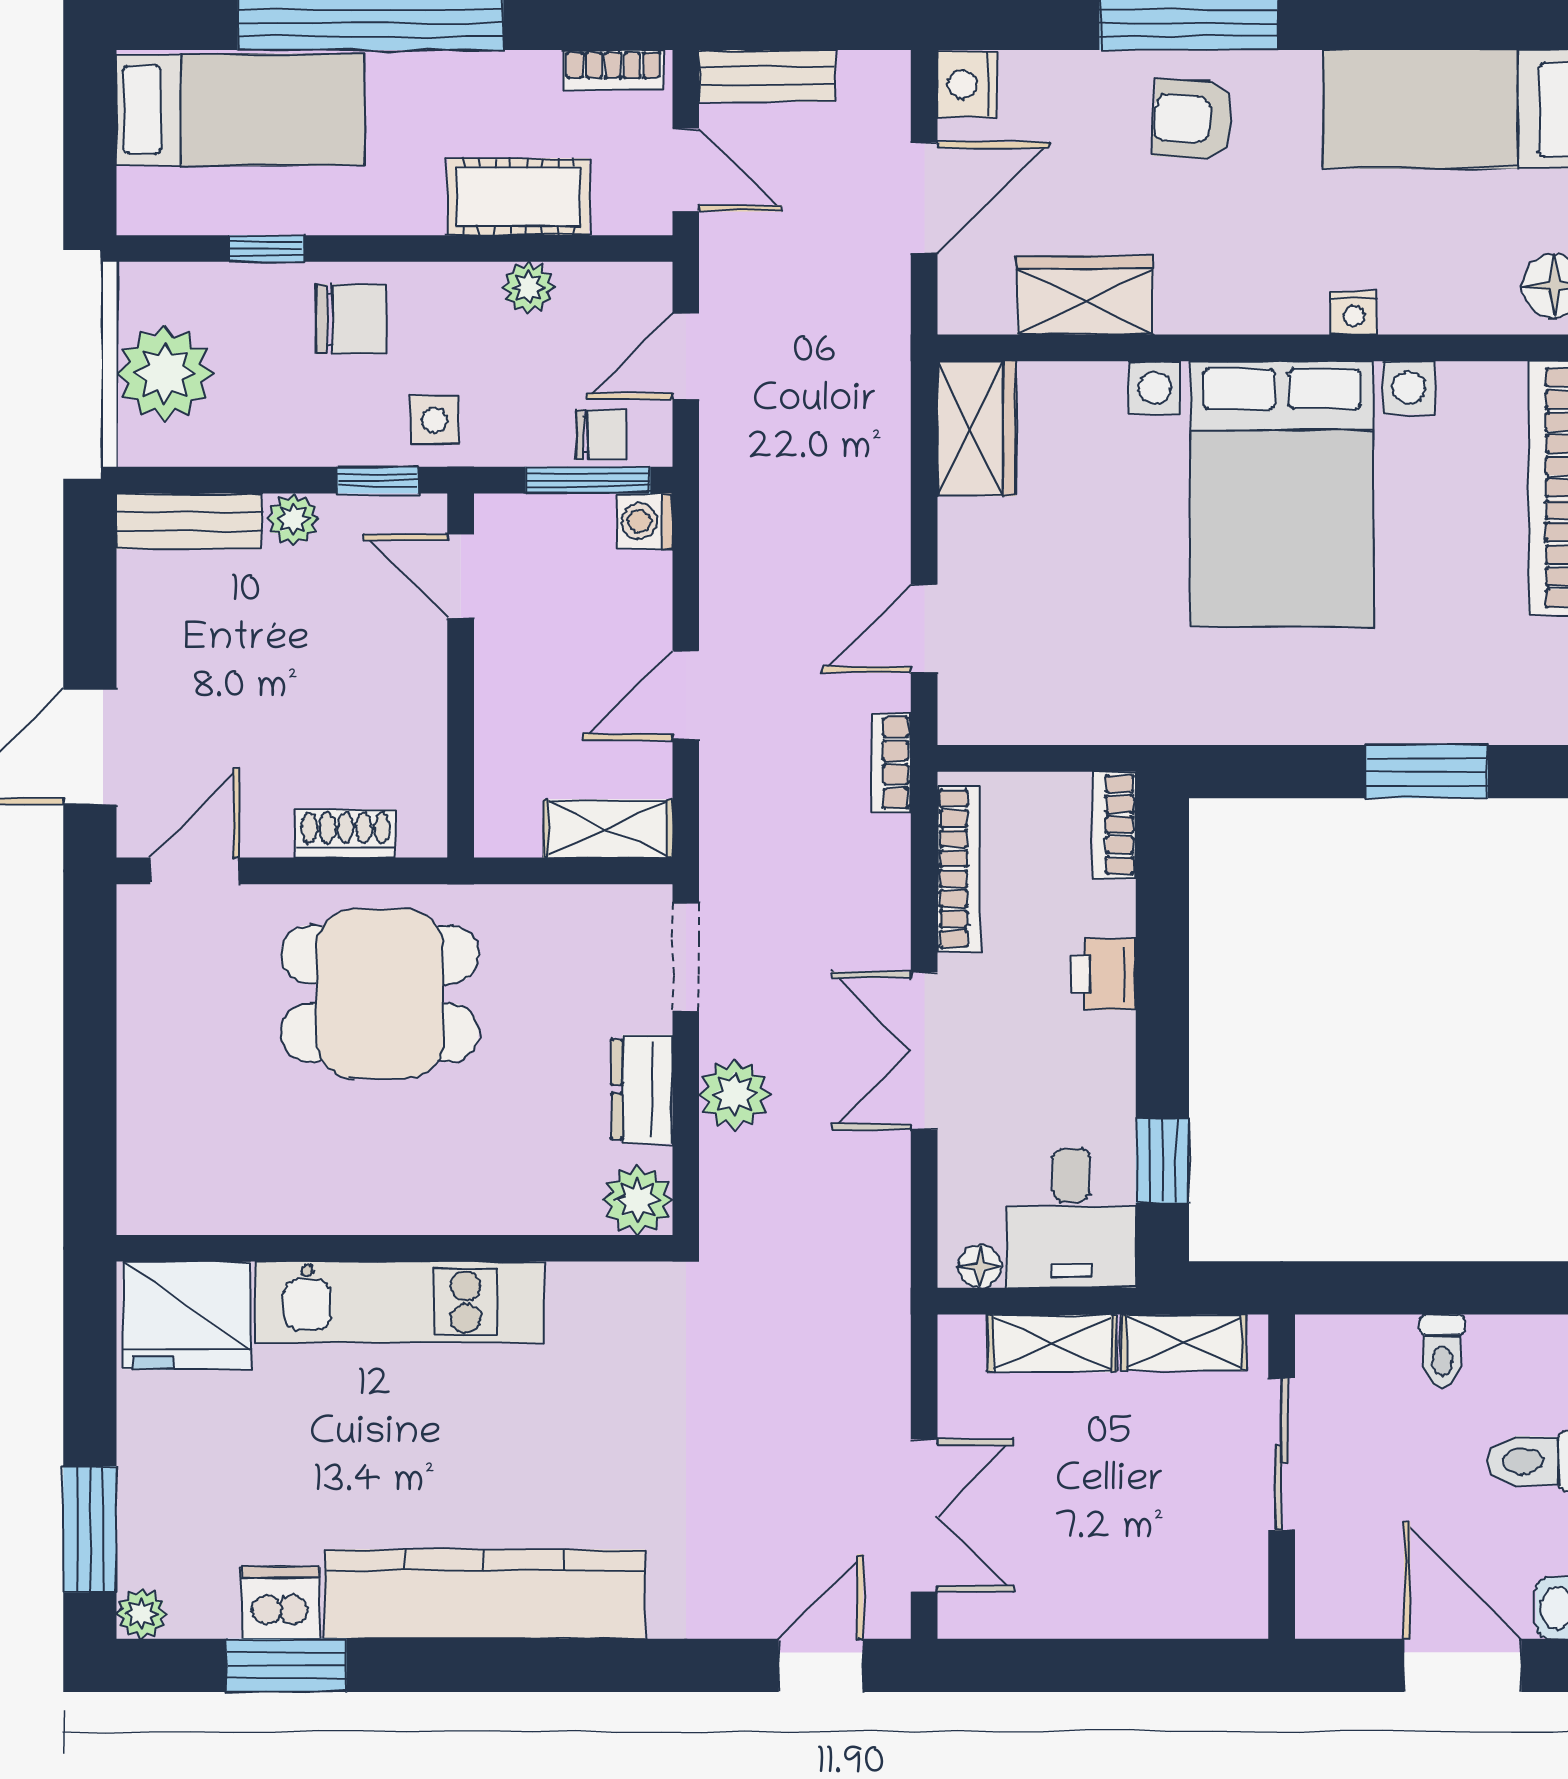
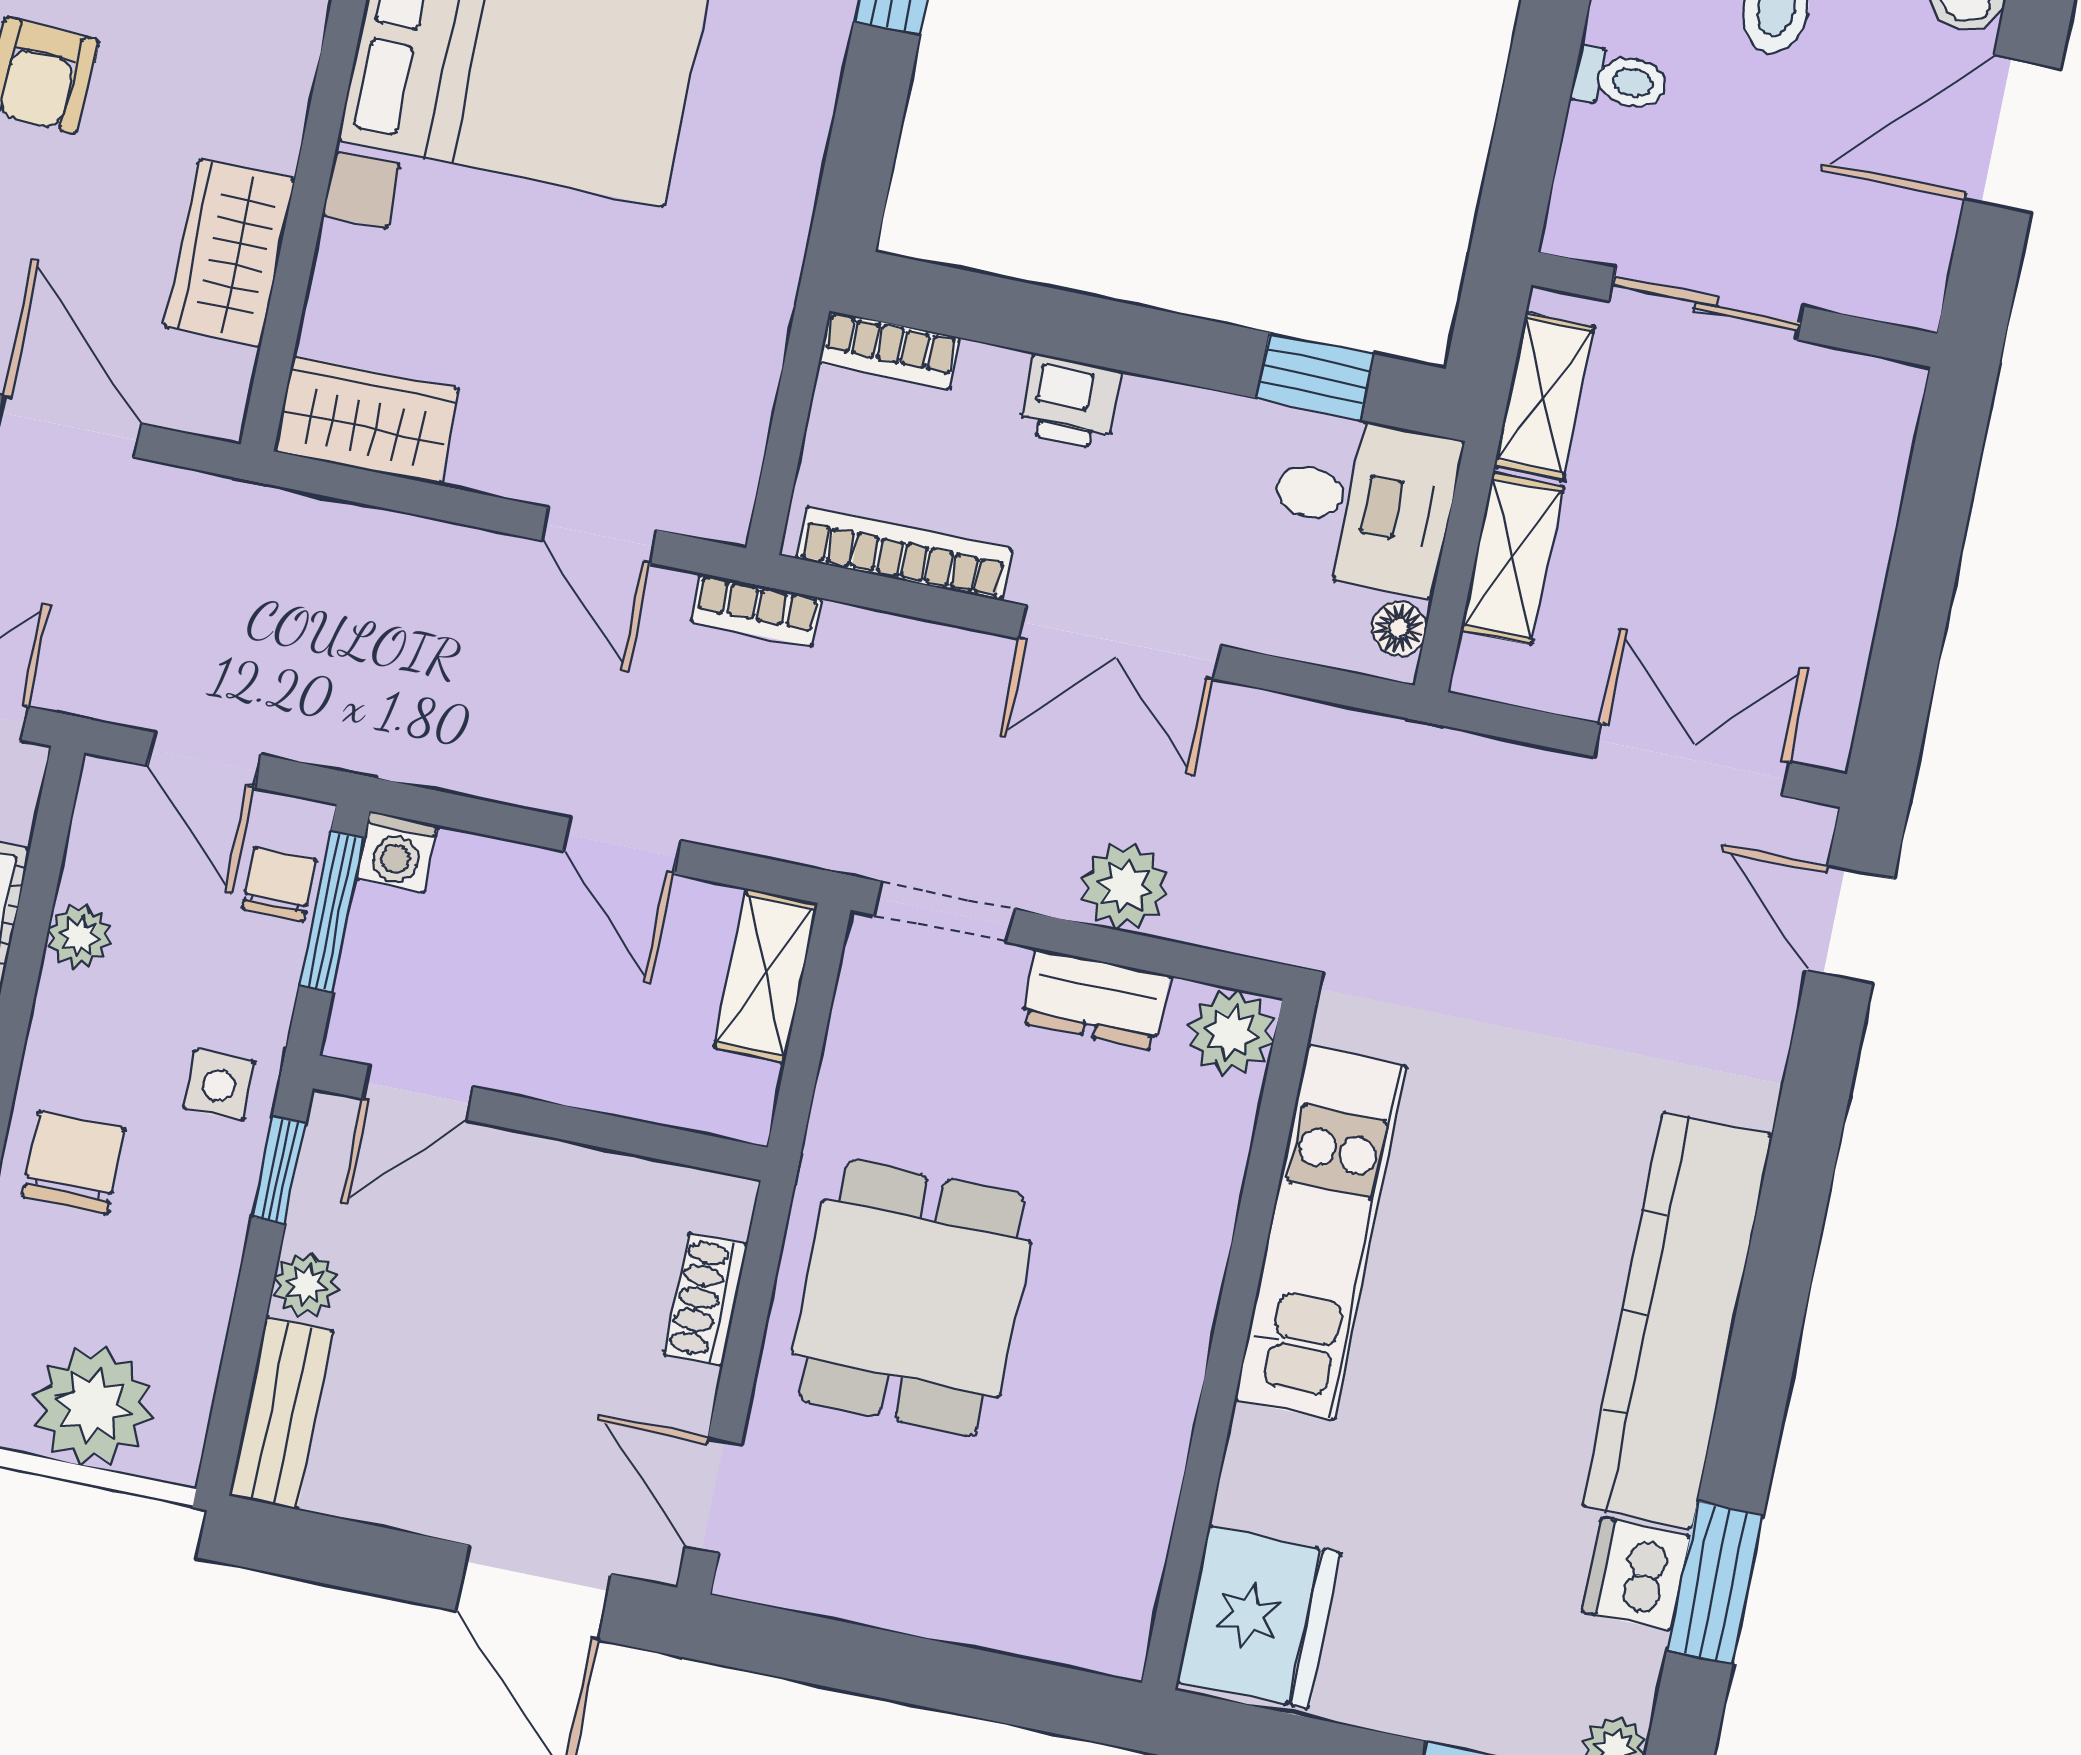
kitchen unit: (399, 1302) -> (1321, 1233), moved

